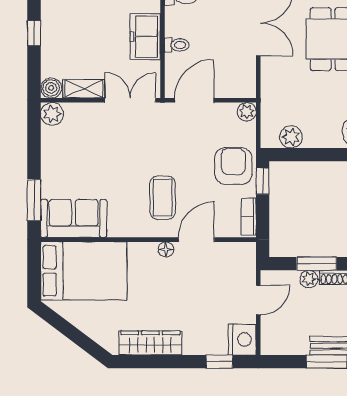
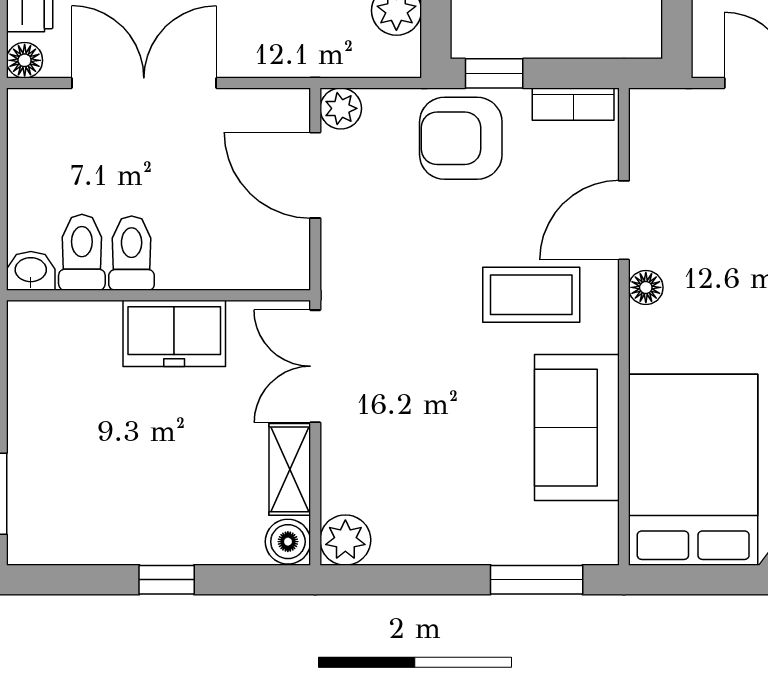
toilet: (177, 45) -> (132, 253), moved, width x1.37, depth x1.39
door: (194, 100) -> (315, 175), moved
sofa: (74, 218) -> (577, 428), moved
door: (196, 240) -> (624, 220), hinge flipped

